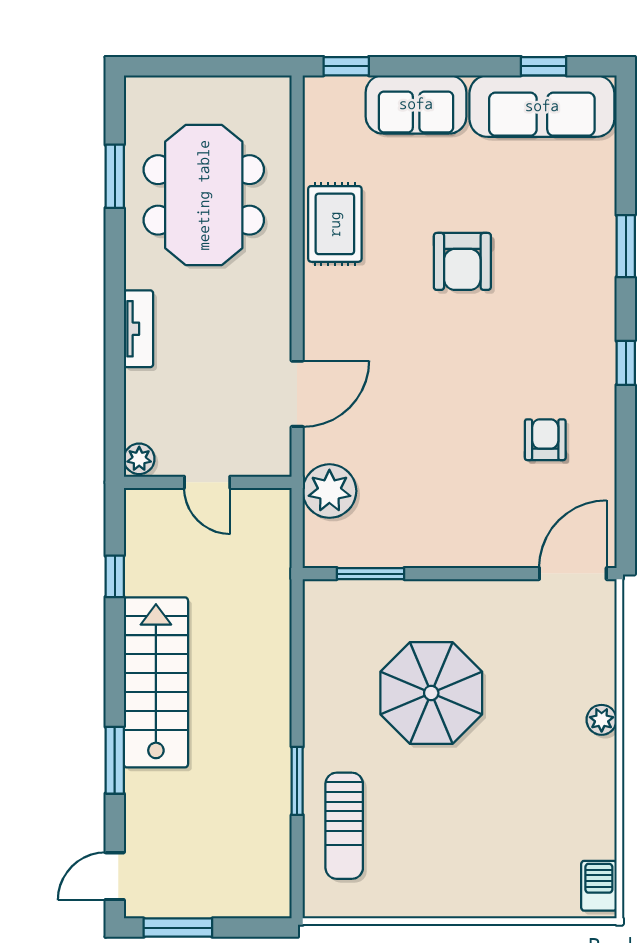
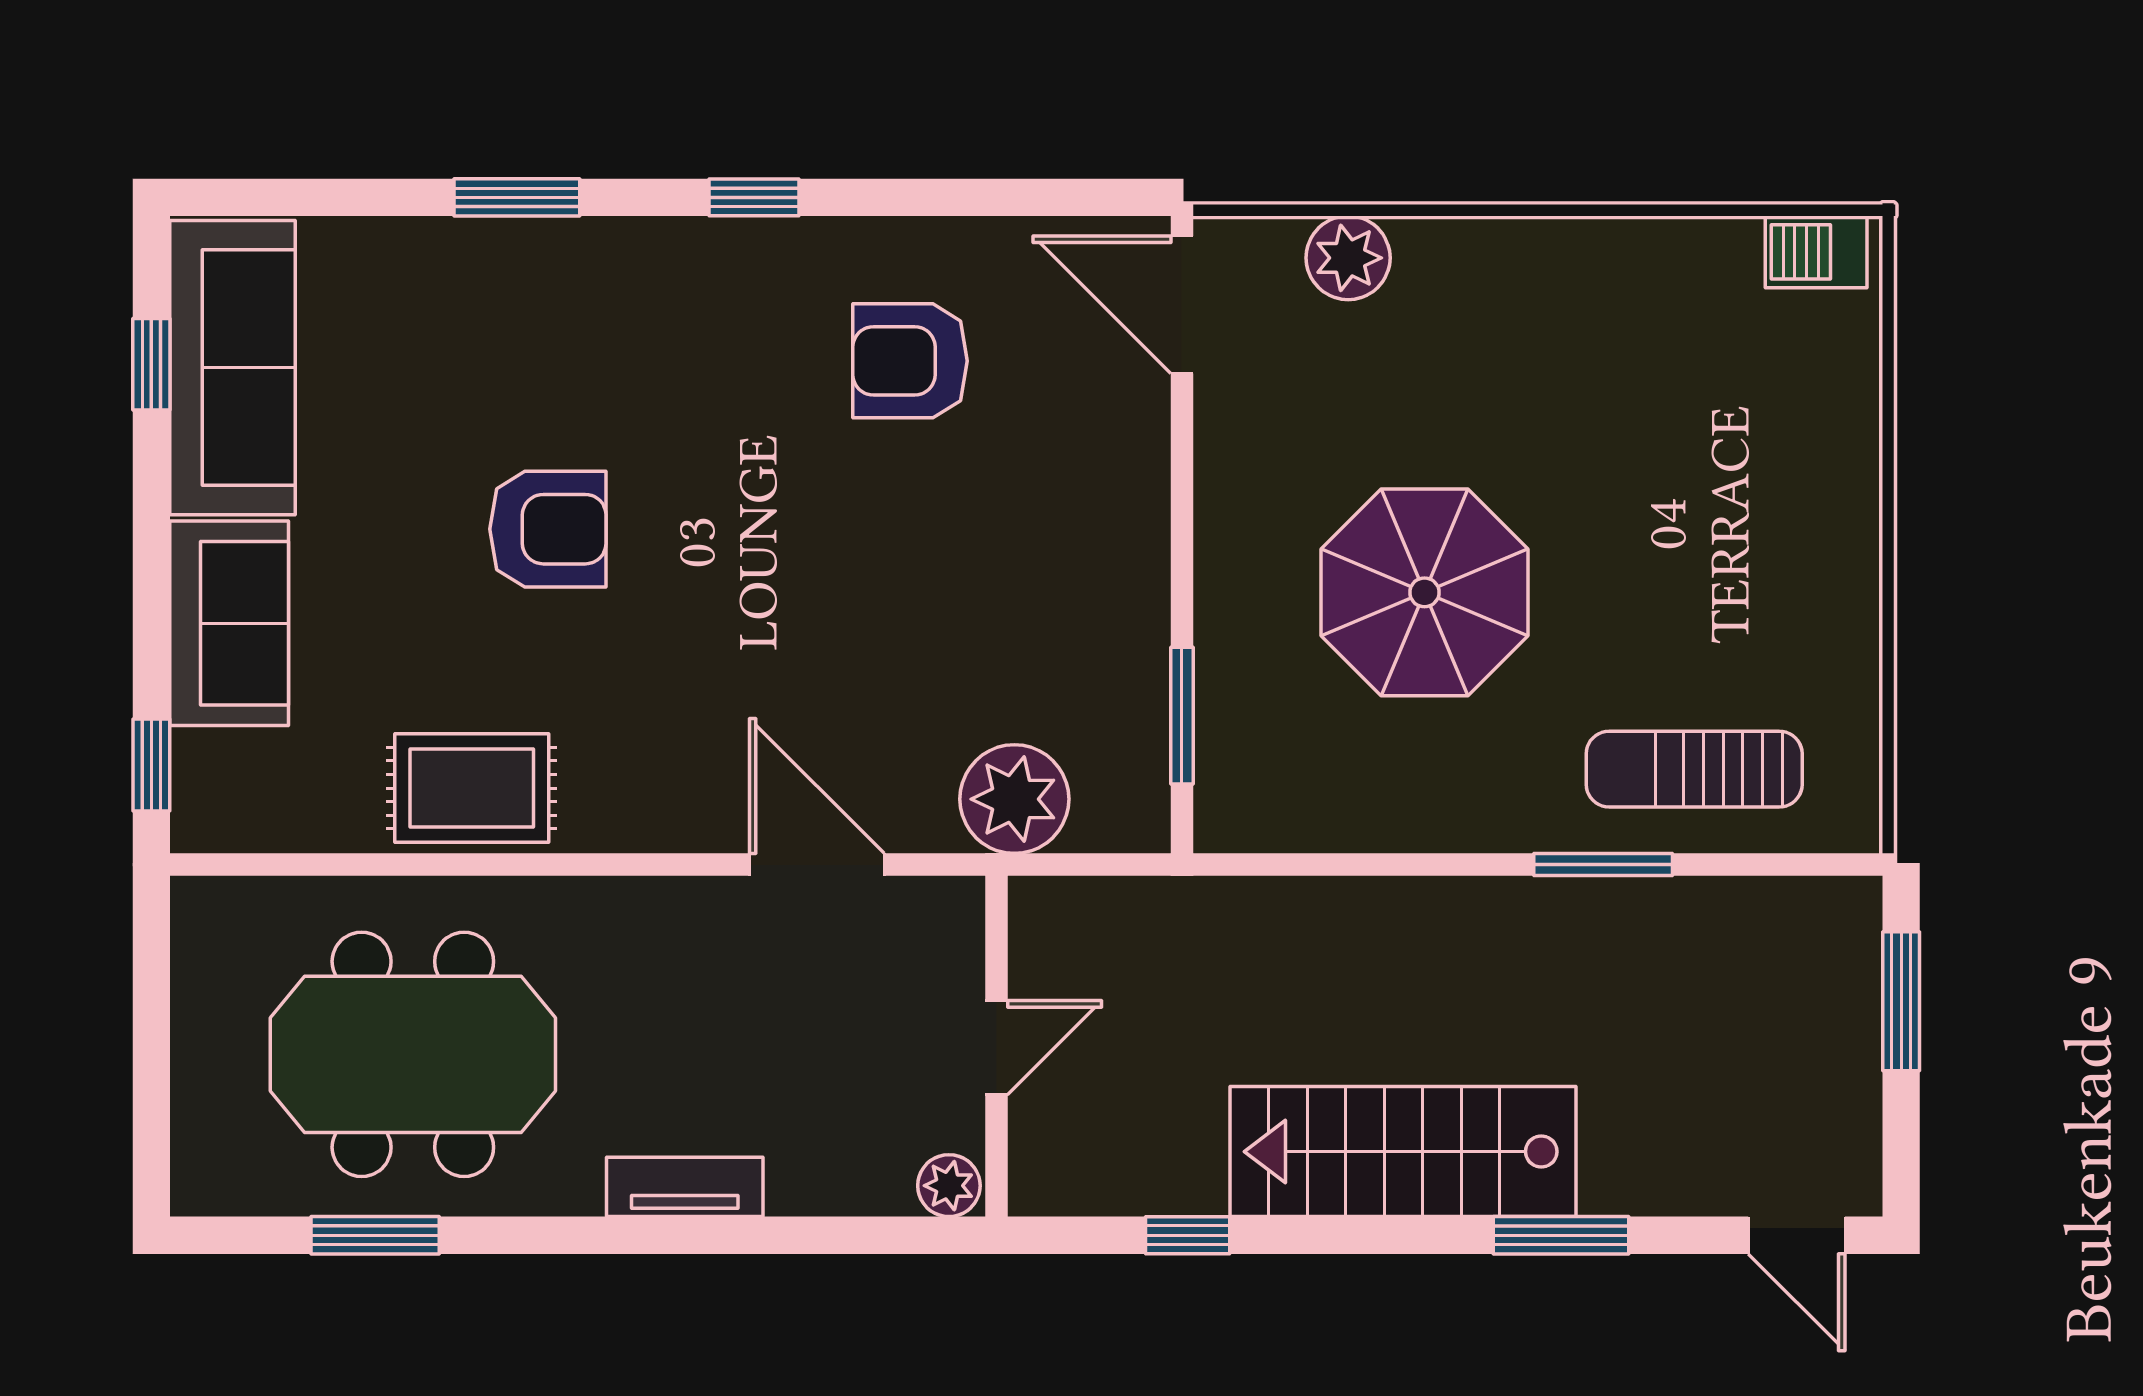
armchair: (545, 440) -> (910, 361), width x1.38, depth x1.38
plant: (602, 720) -> (1348, 258), moved, width x1.38, depth x1.38
sun lounger: (344, 826) -> (1694, 769), turned 180
window: (178, 928) -> (1901, 1001), moved

